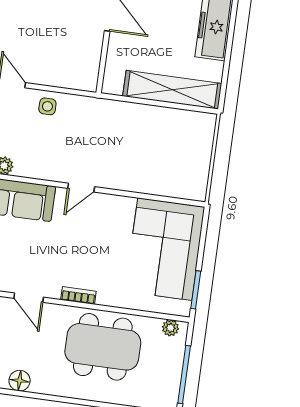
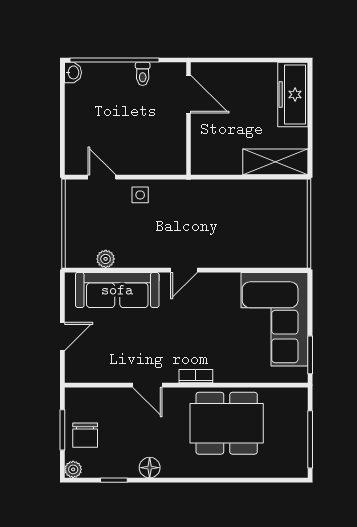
shelving: (172, 90) -> (275, 162), width x0.68
plant: (170, 328) -> (290, 396), removed

